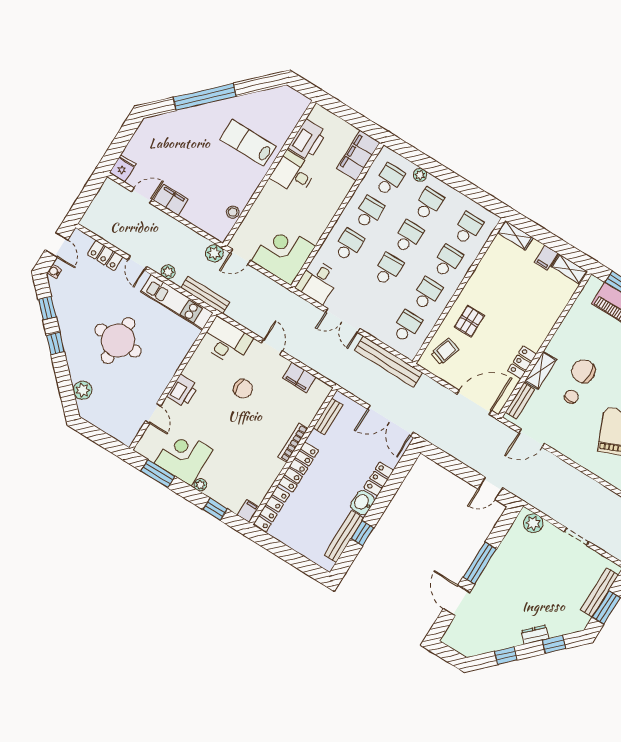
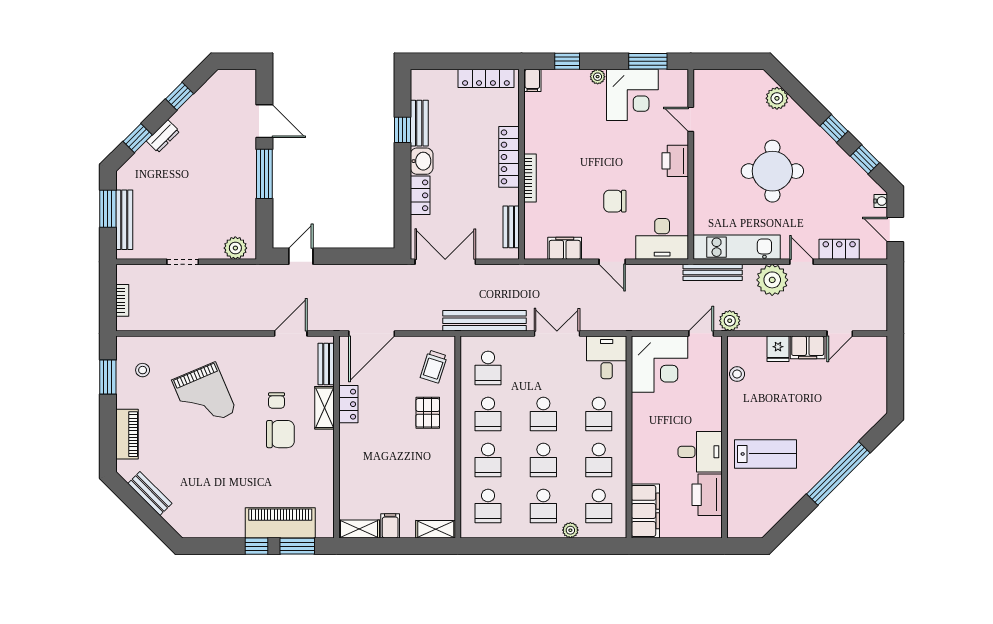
fridge: (123, 168) -> (778, 349), moved
plant: (168, 272) -> (772, 280), width x1.88, depth x1.88
locker: (272, 509) -> (486, 78), moved, turned -90
bench: (344, 537) -> (419, 123), width x0.73

